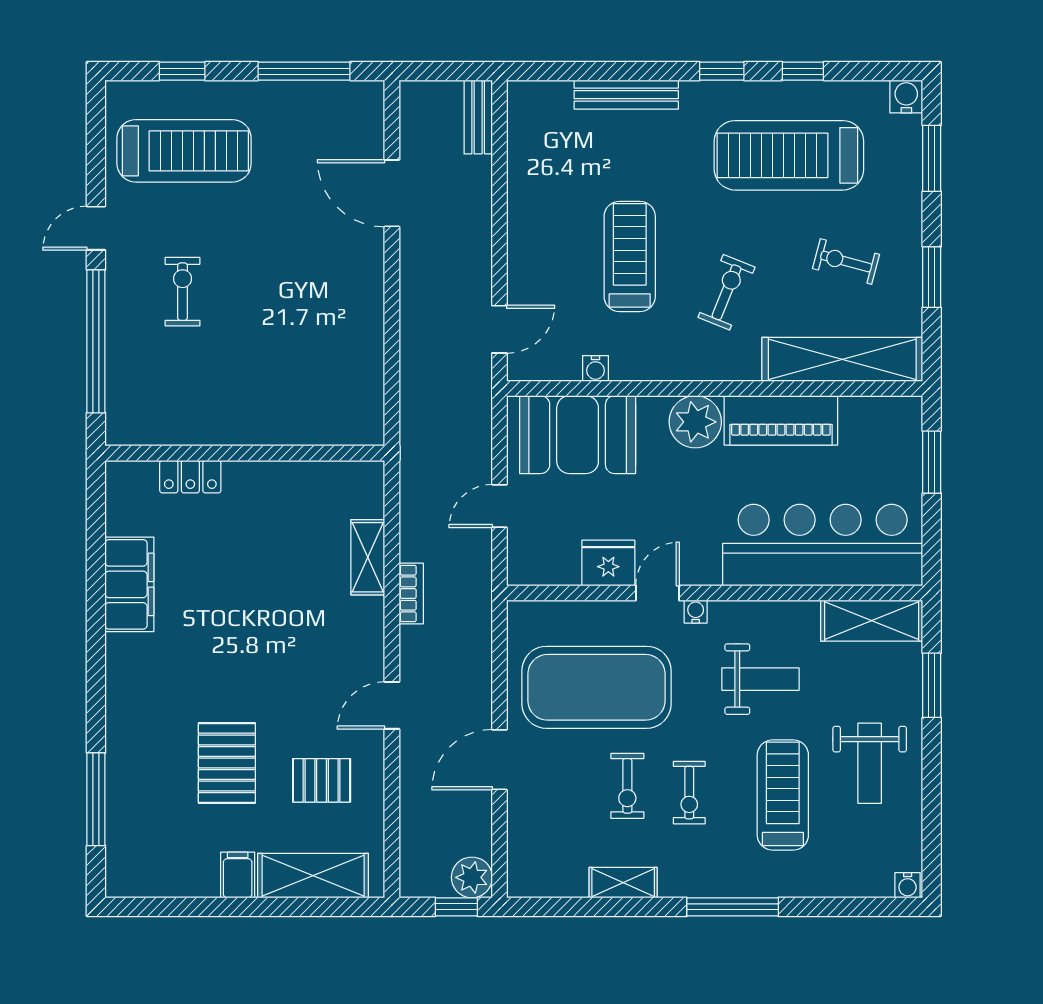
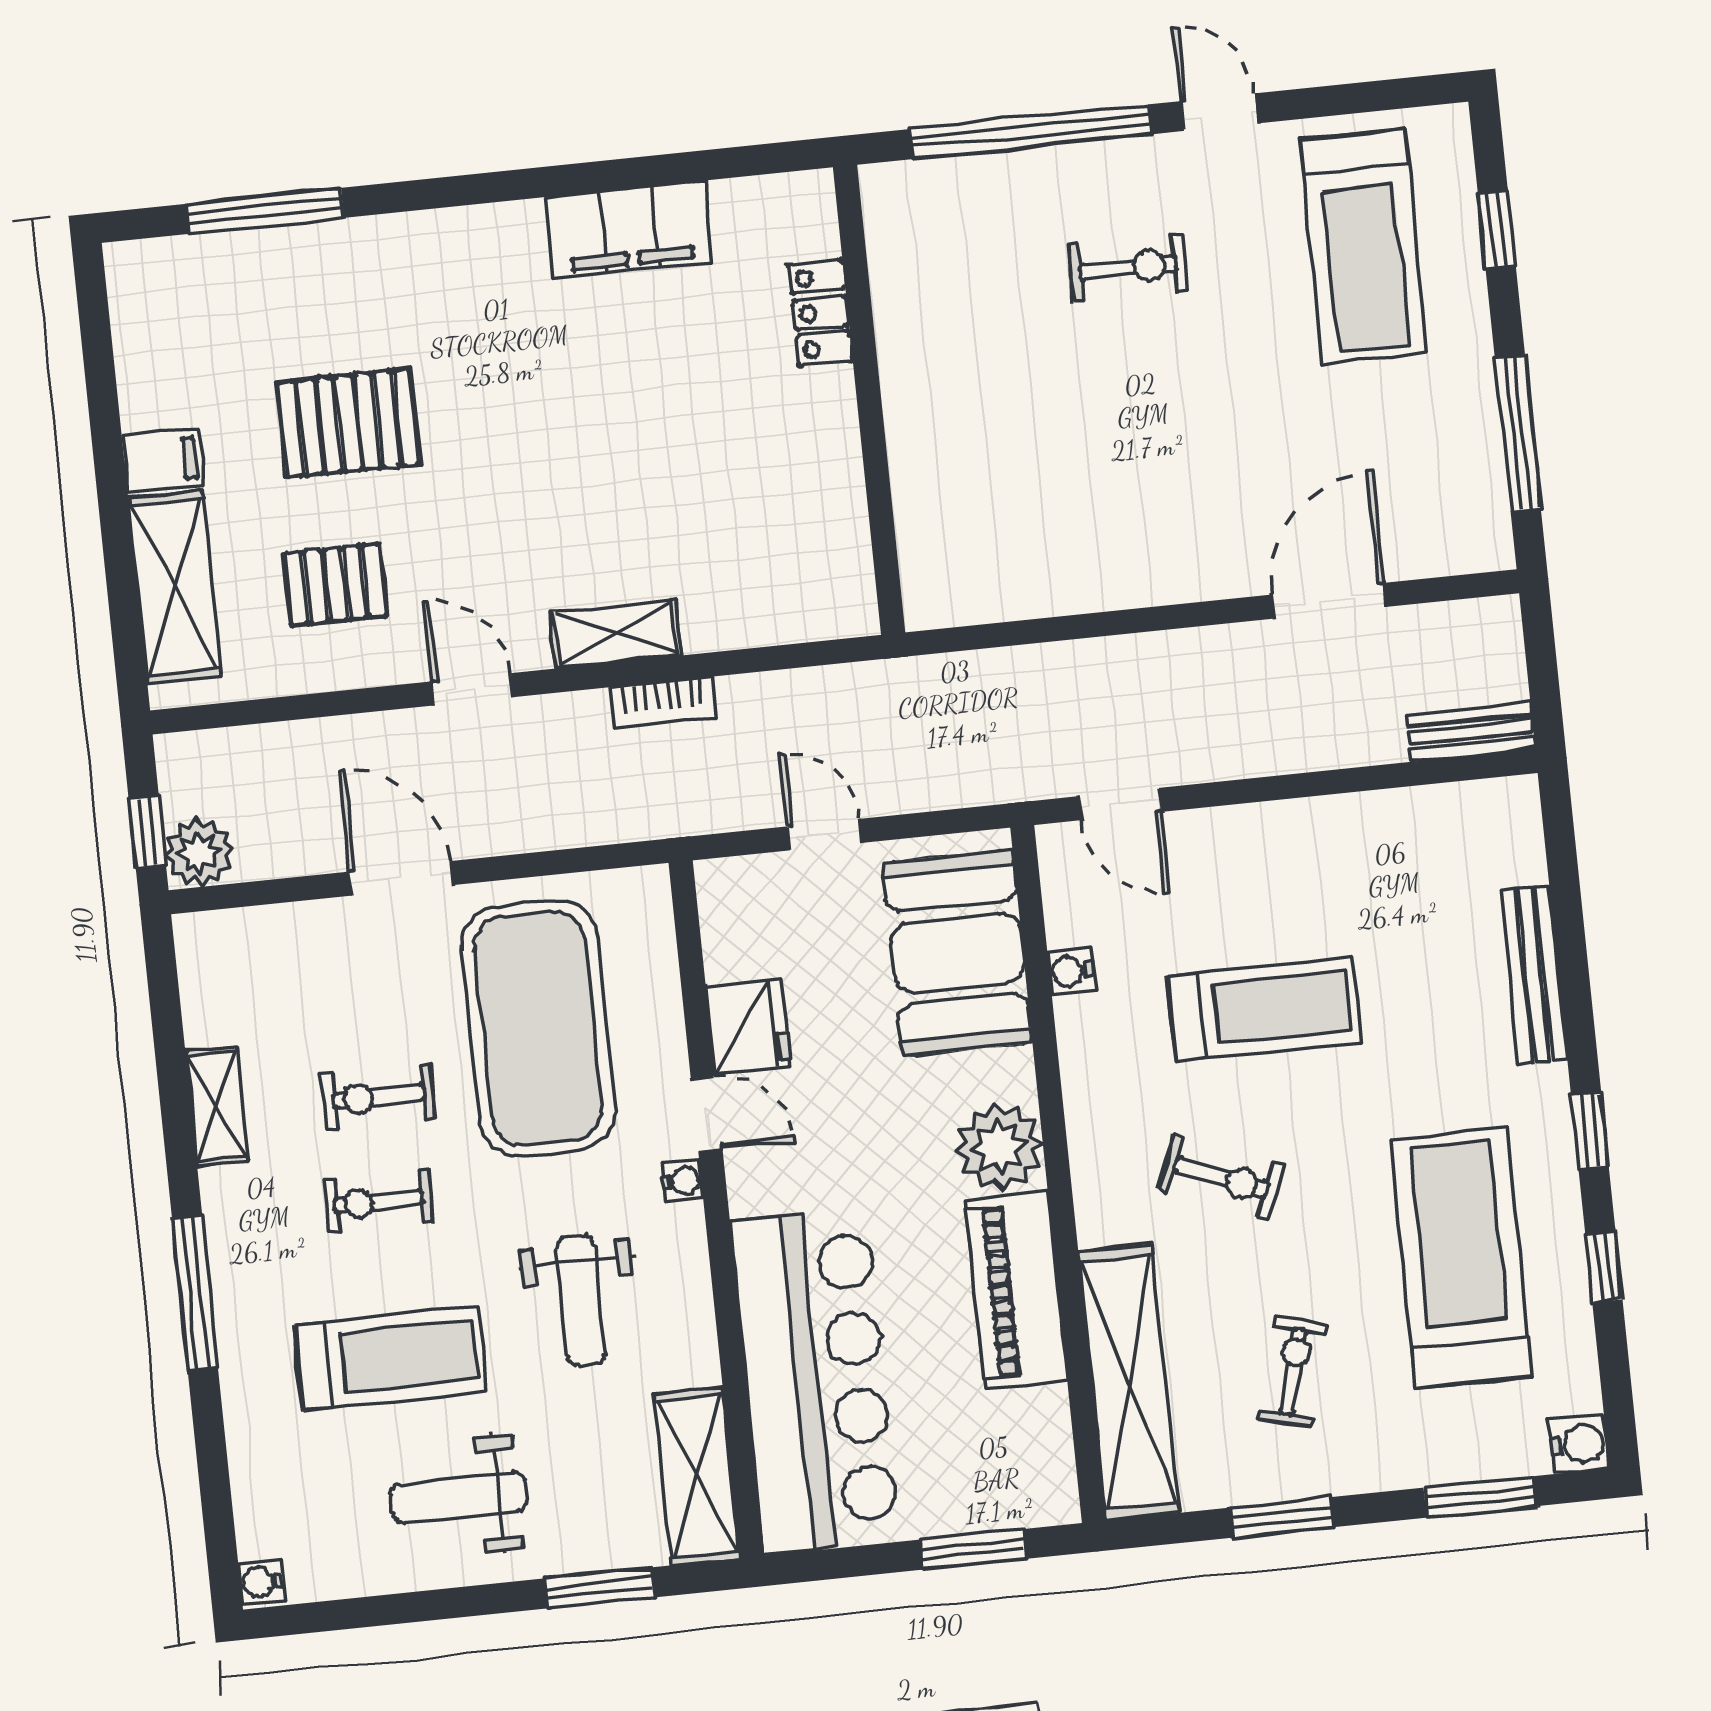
shelving: (368, 557) -> (616, 634), moved
pallet: (322, 780) -> (335, 585), turned 90

